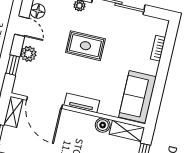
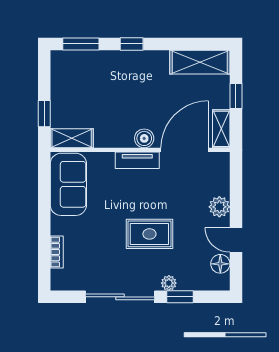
window: (13, 65) -> (236, 188), removed
door: (44, 102) -> (185, 150), hinge flipped
boiler: (103, 125) -> (144, 138), moved

